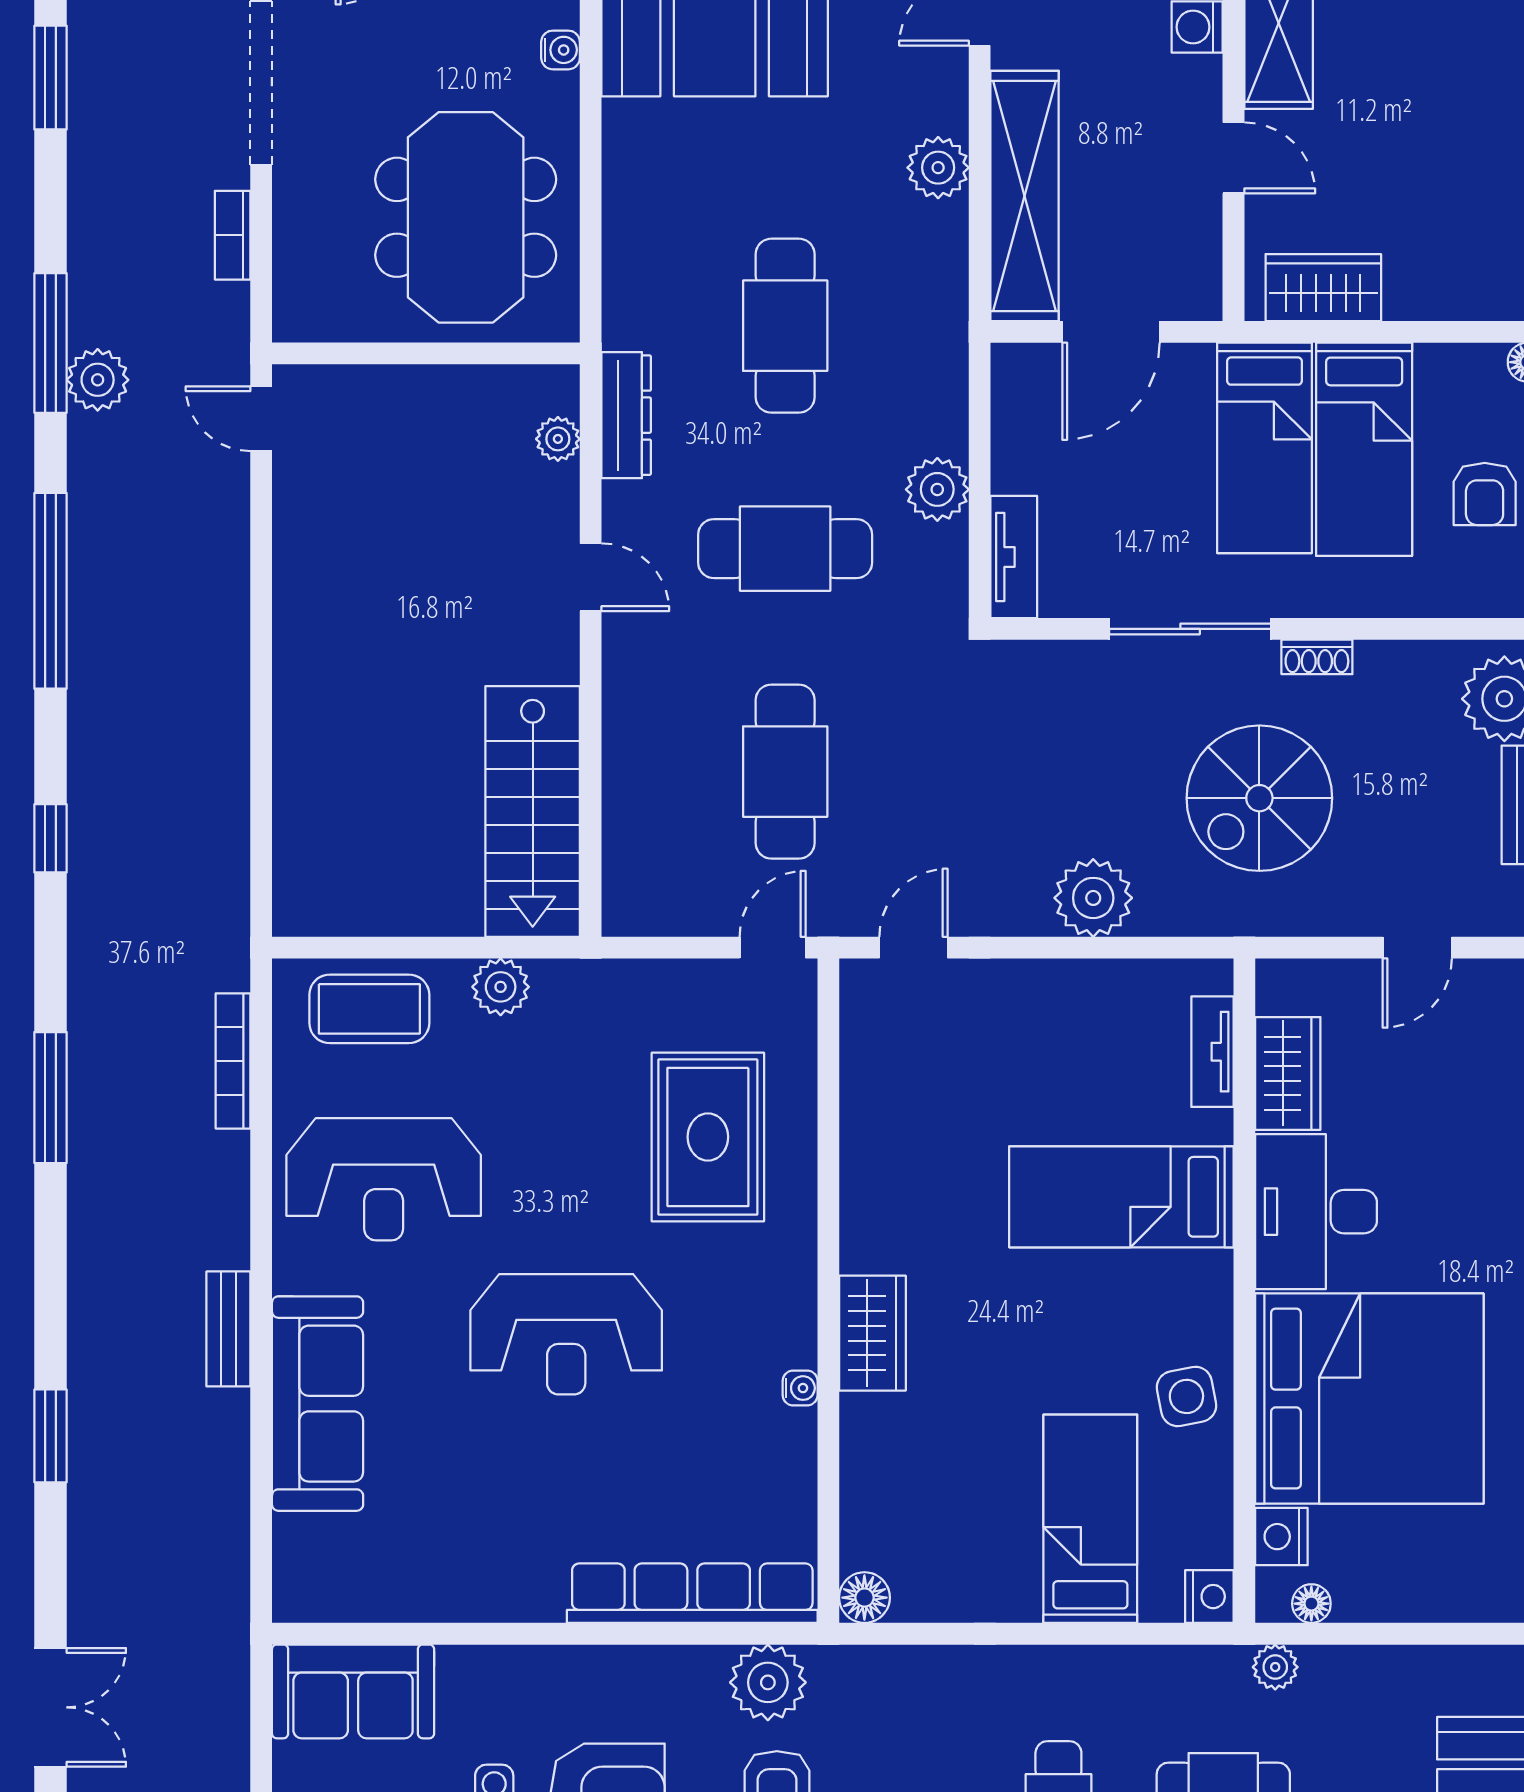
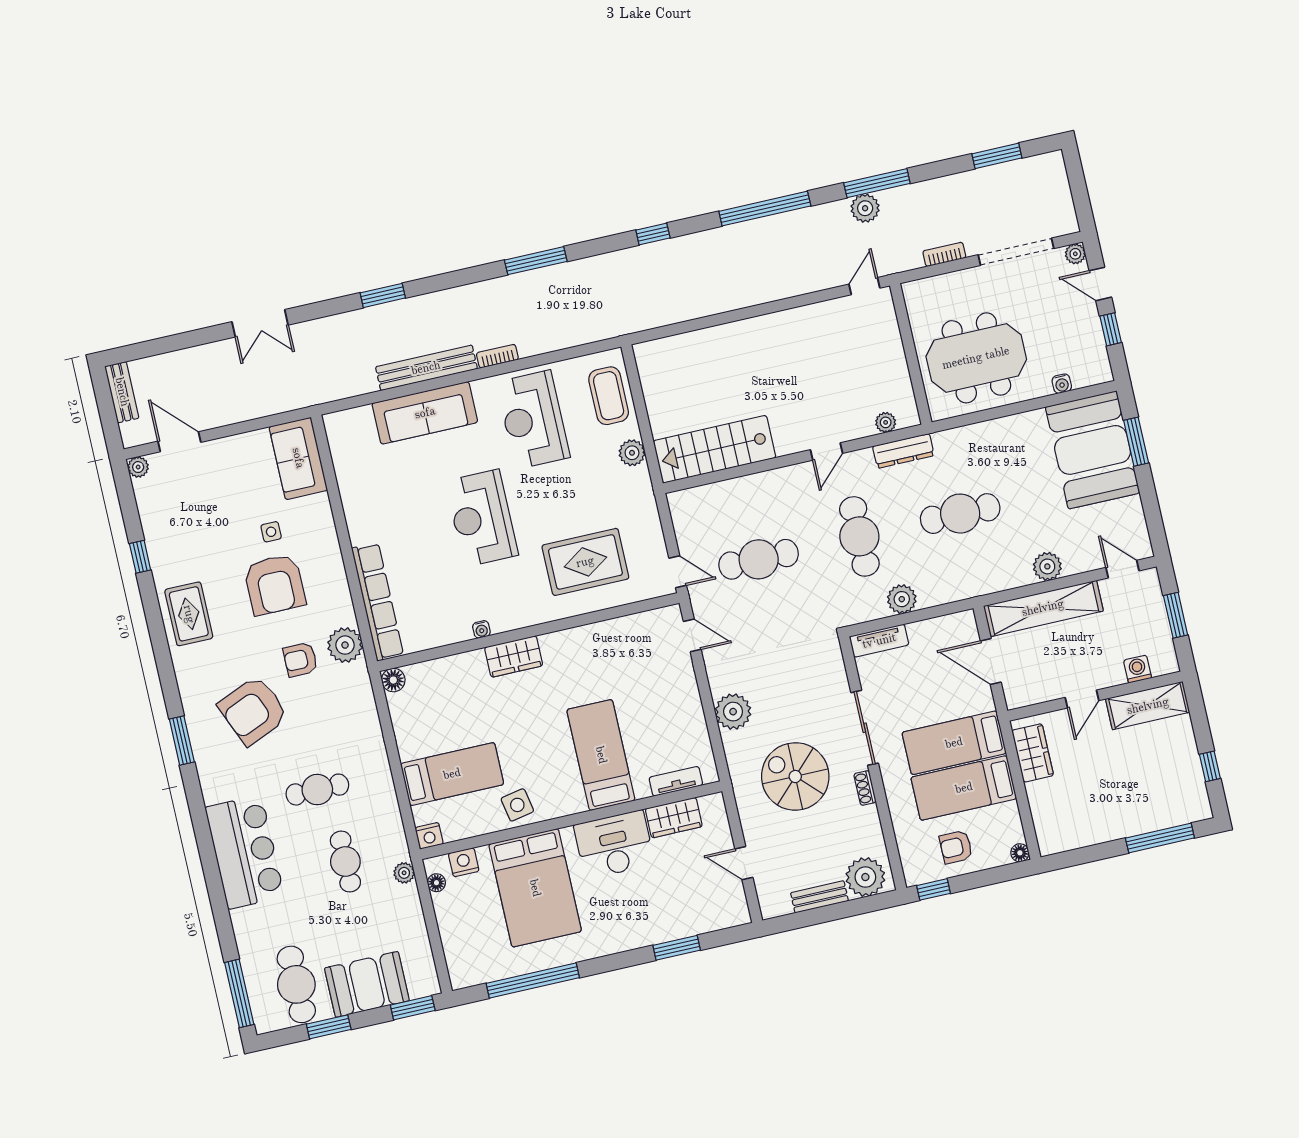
bookcase: (233, 1061) -> (497, 356), moved, width x0.64
bench: (228, 1329) -> (426, 368), width x1.86, depth x1.21
bed: (1369, 1399) -> (535, 888), width x0.73

